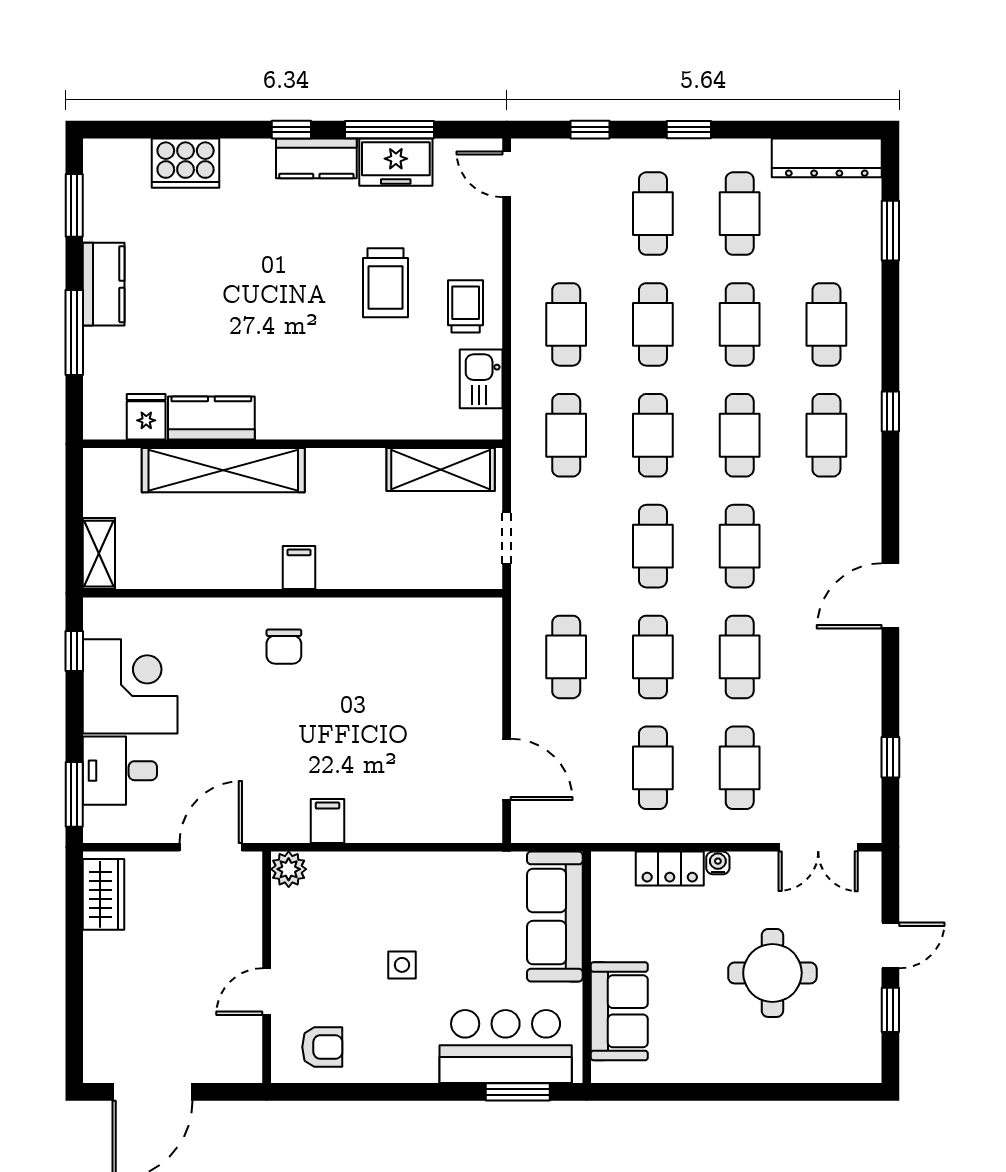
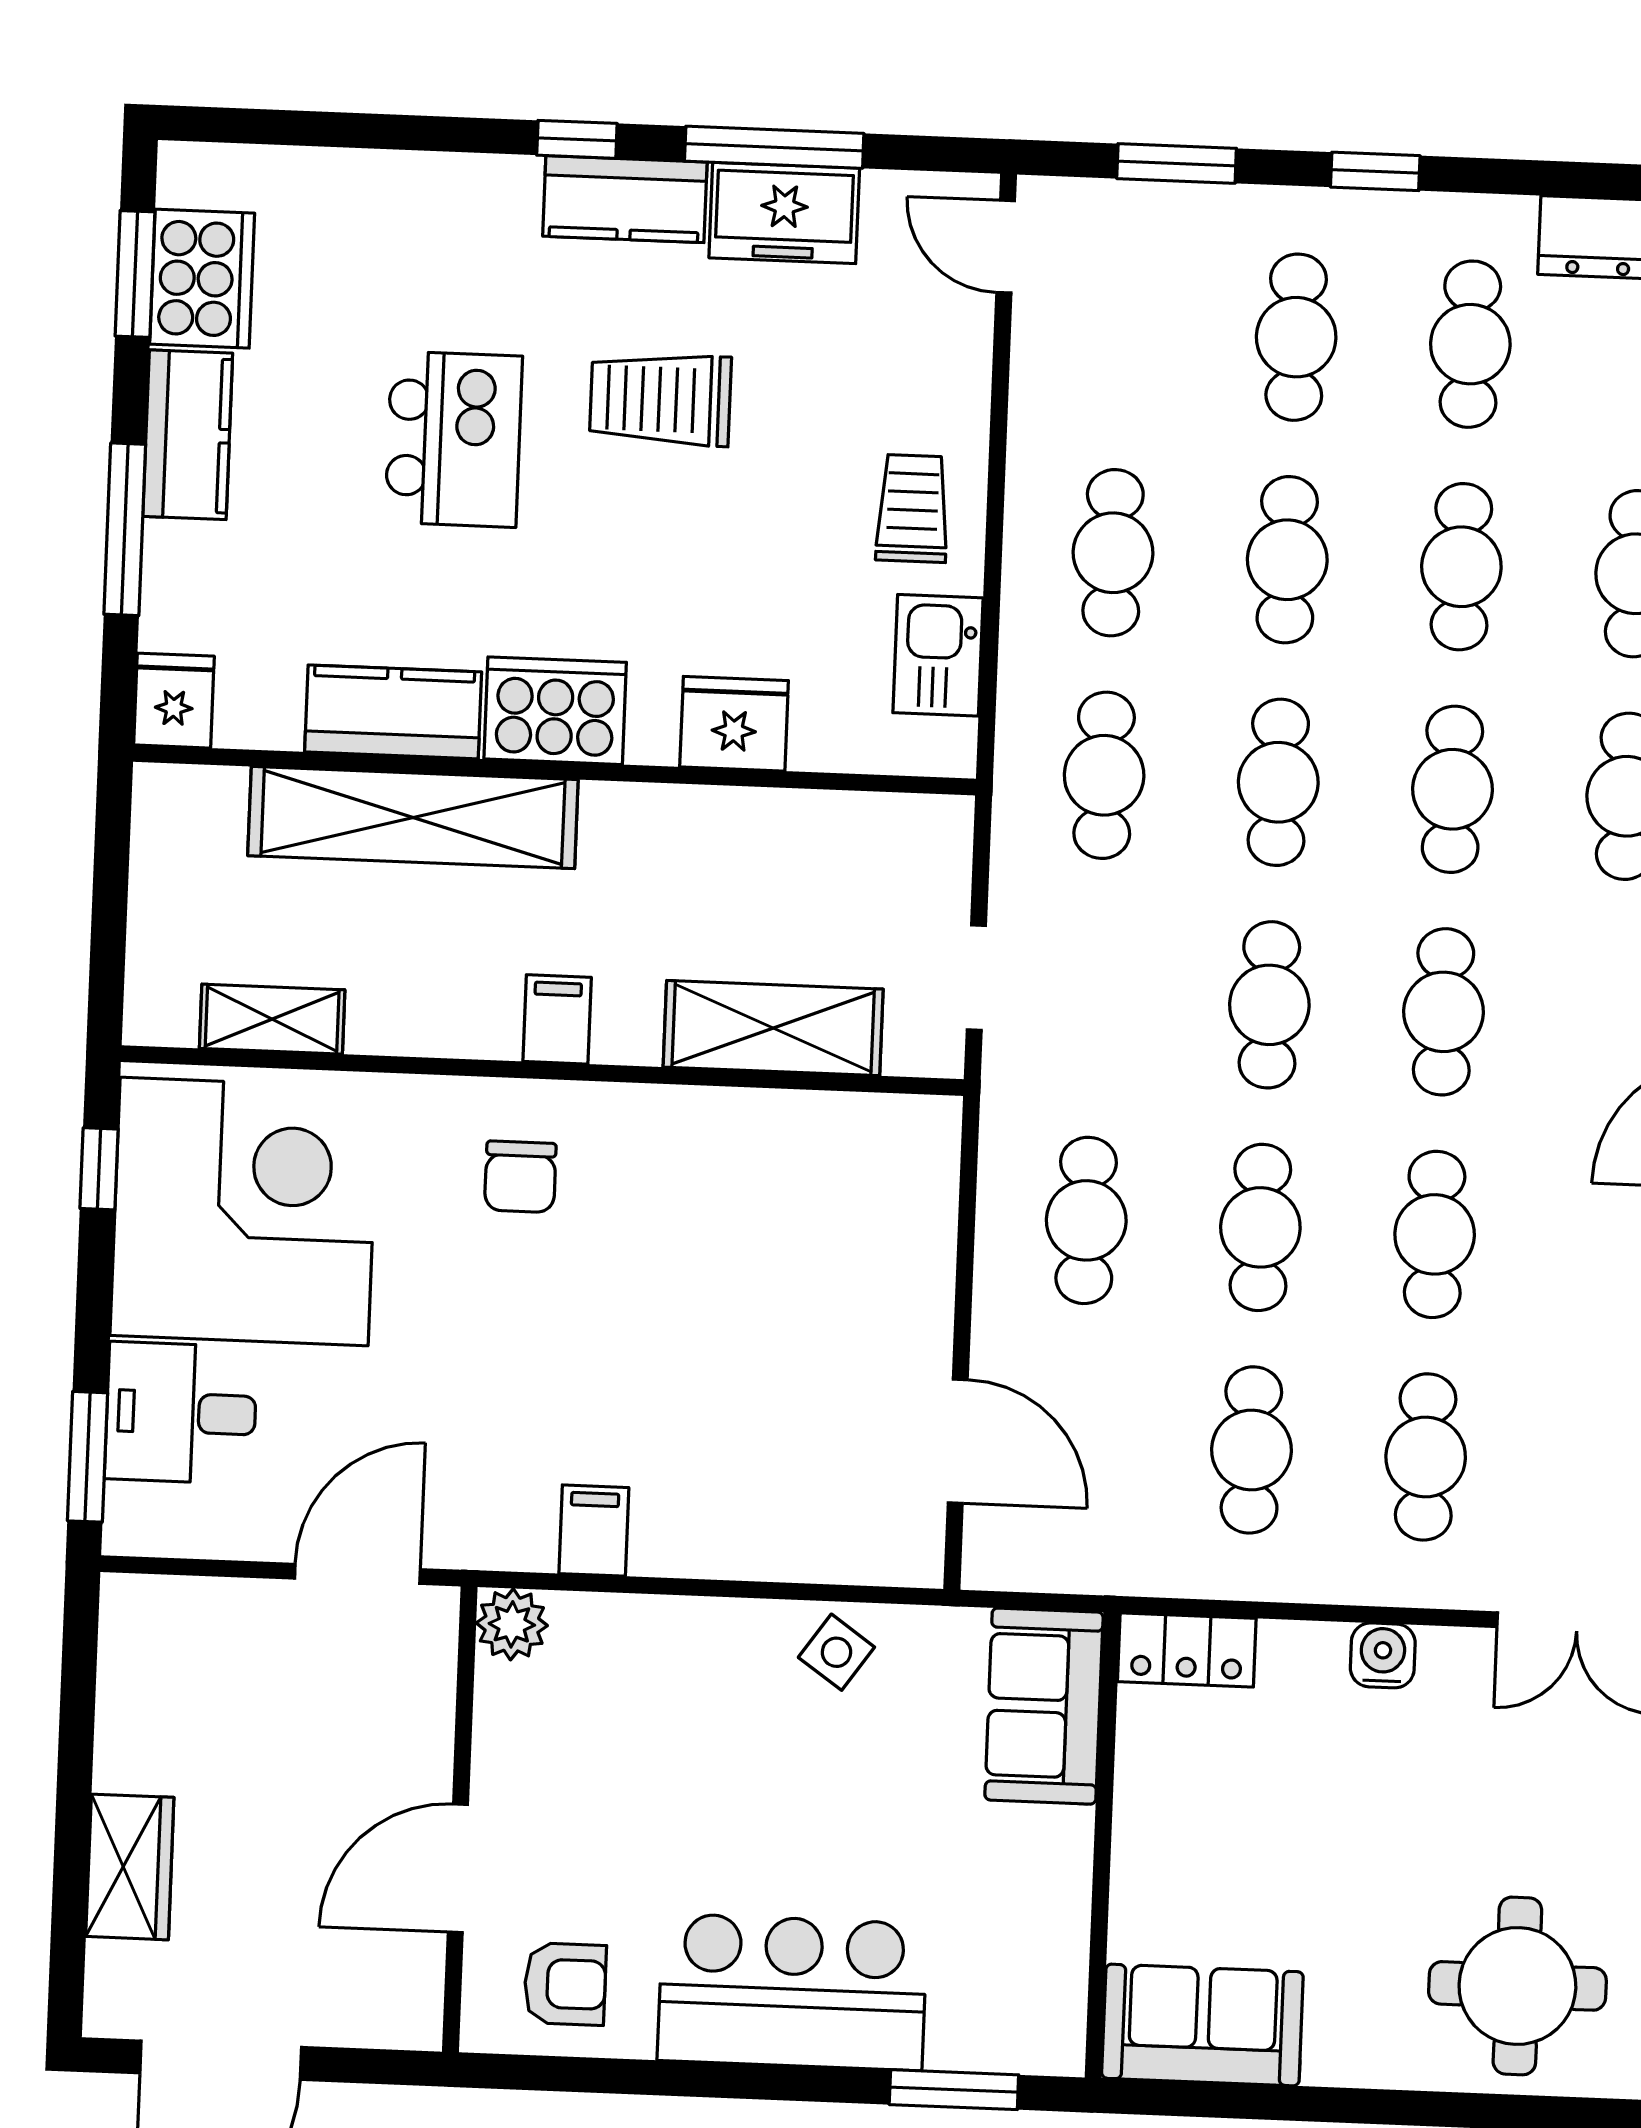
window: (590, 130) -> (1177, 163), width x1.50
cooker: (186, 163) -> (202, 279), moved, turned -90
kitchen island: (236, 281) -> (454, 439), added
trolley: (385, 283) -> (660, 399), moved, turned 90
cooker: (292, 414) -> (555, 711), added
fridge: (146, 417) -> (174, 701), moved
fridge: (381, 417) -> (734, 724), added
shelving: (441, 469) -> (773, 1028), moved
shelving: (99, 554) -> (272, 1019), moved, turned 90
corner desk: (130, 686) -> (244, 1212), width x1.36, depth x1.36
water cooler: (718, 863) -> (1383, 1655), width x1.38, depth x1.38
locker: (670, 869) -> (1187, 1650), moved
wardrobe: (103, 894) -> (130, 1867), moved
sofa: (555, 917) -> (1044, 1706), width x0.73
side table: (402, 965) -> (836, 1652), moved, turned 35
round table: (772, 973) -> (1517, 1986), moved
door: (267, 992) -> (458, 1868), width x1.38
sofa: (619, 1011) -> (1202, 2025), moved, turned -90
bar counter: (506, 1047) -> (792, 1992), moved

